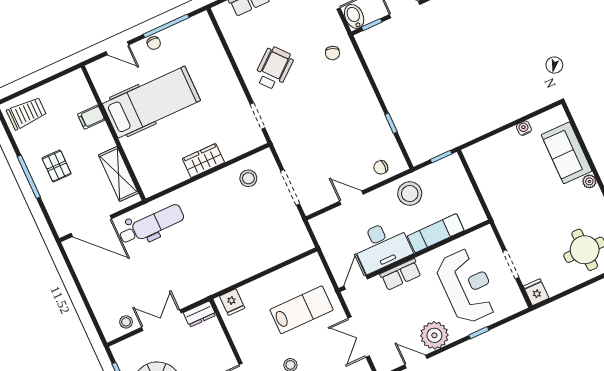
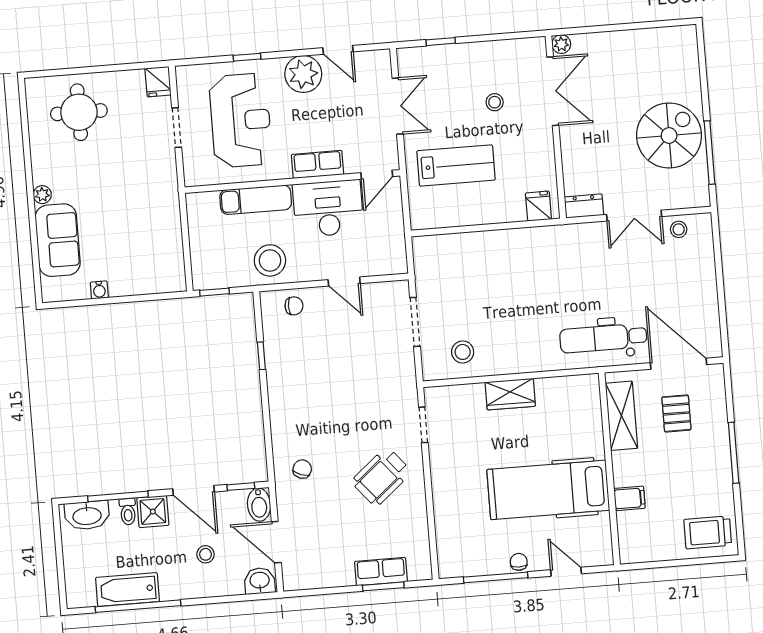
pallet: (57, 166) -> (676, 413), moved
reception desk: (467, 286) -> (241, 120), turned 180
lab bench: (302, 310) -> (456, 165), turned 180

